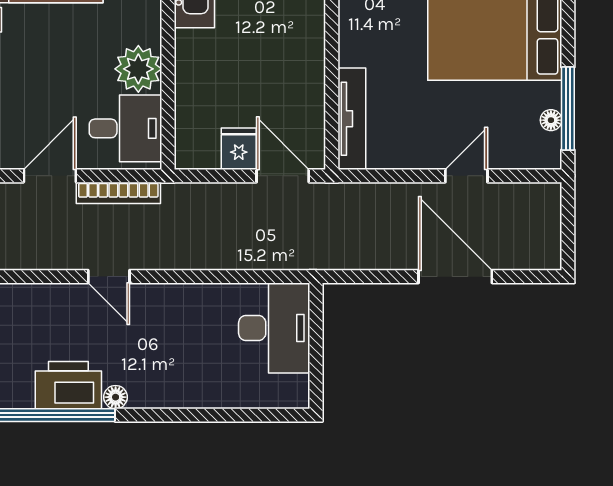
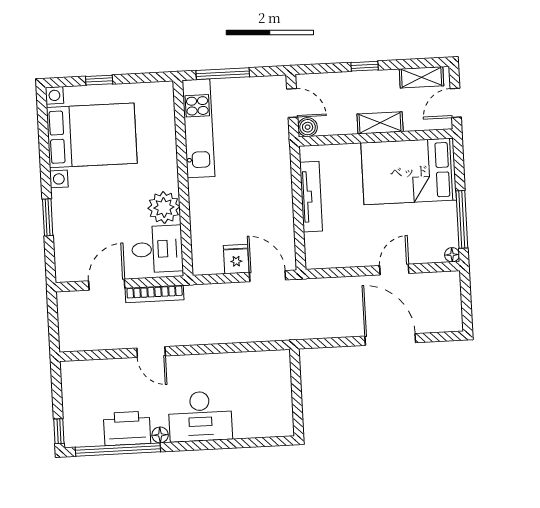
tv unit: (352, 119) -> (311, 197), moved
floor lamp: (551, 120) -> (452, 255), moved
desk: (274, 328) -> (200, 416), moved, turned 90

